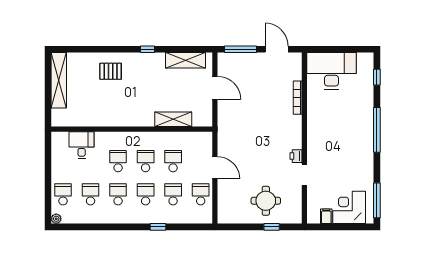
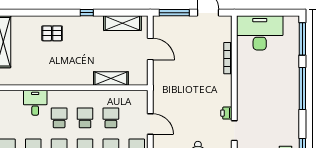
window: (377, 77) -> (302, 39), width x2.17
desk: (82, 145) -> (35, 103), moved

